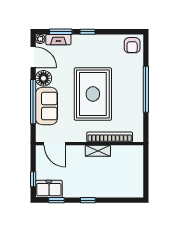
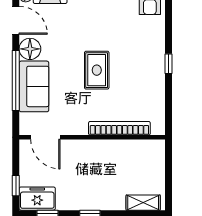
window: (146, 89) -> (169, 64), width x0.32
rug: (93, 94) -> (97, 70), width x0.54, depth x0.49
shelving: (98, 151) -> (143, 203), moved

